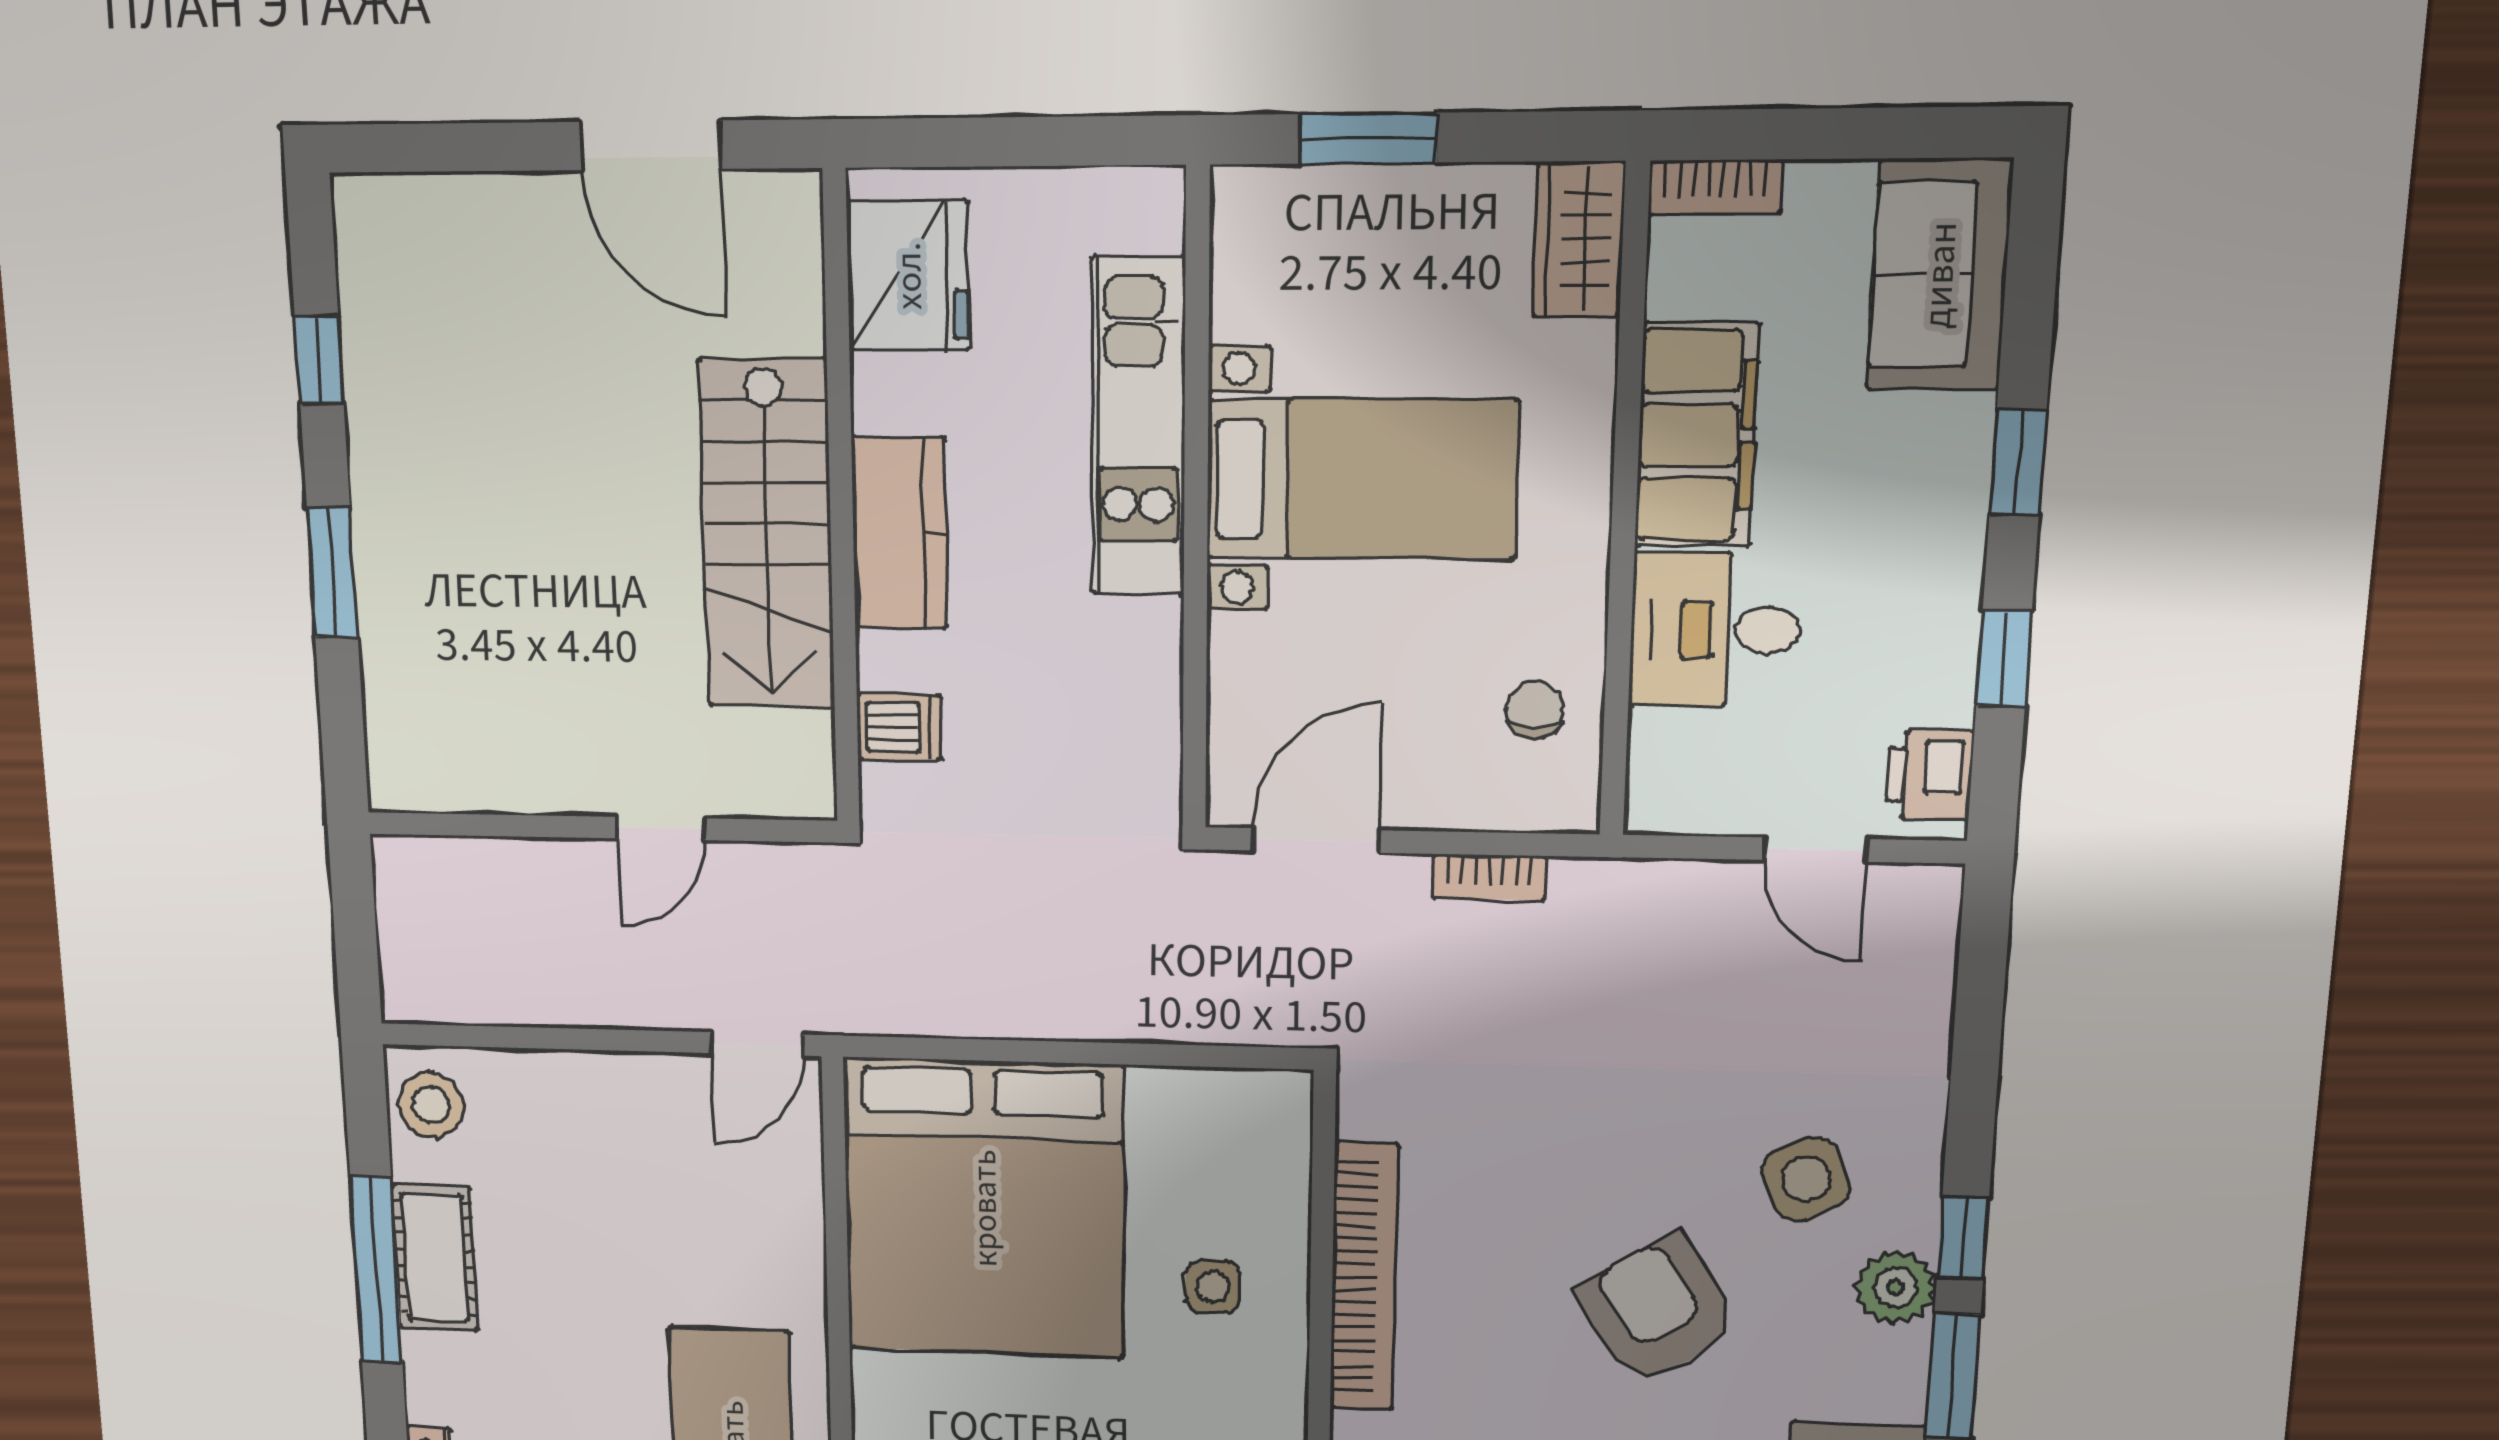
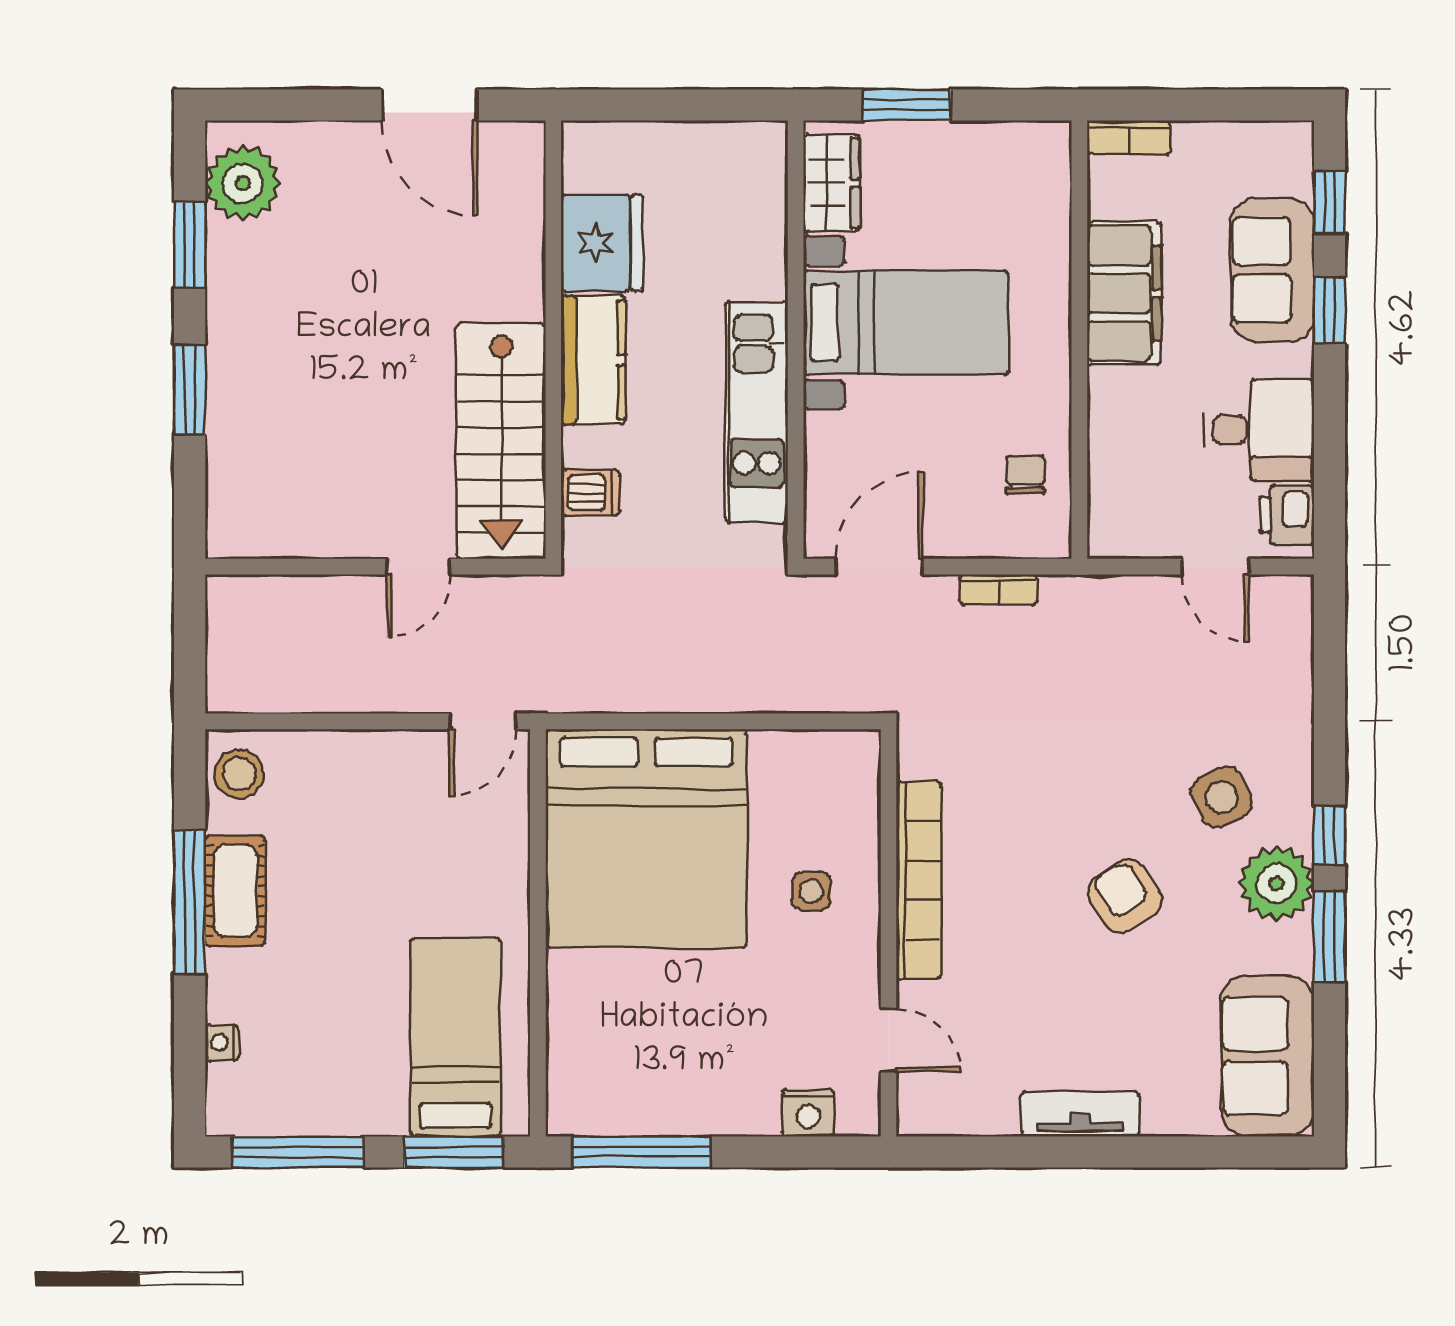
wardrobe: (1579, 239) -> (832, 183), moved, turned 180
plant: (388, 268) -> (243, 183), added
sofa: (1939, 275) -> (1272, 270), moved
fridge: (908, 276) -> (602, 243), moved
window: (319, 360) -> (190, 245), width x1.50
kitchen unit: (1138, 427) -> (757, 412), moved
stairs: (767, 535) -> (501, 441), moved
desk: (1715, 630) -> (1259, 430), moved, turned 180
window: (2004, 659) -> (1329, 203), moved
plant: (1895, 1287) -> (1276, 883), width x1.36, depth x1.36
armchair: (1658, 1310) -> (1125, 896), width x0.72, depth x0.72

